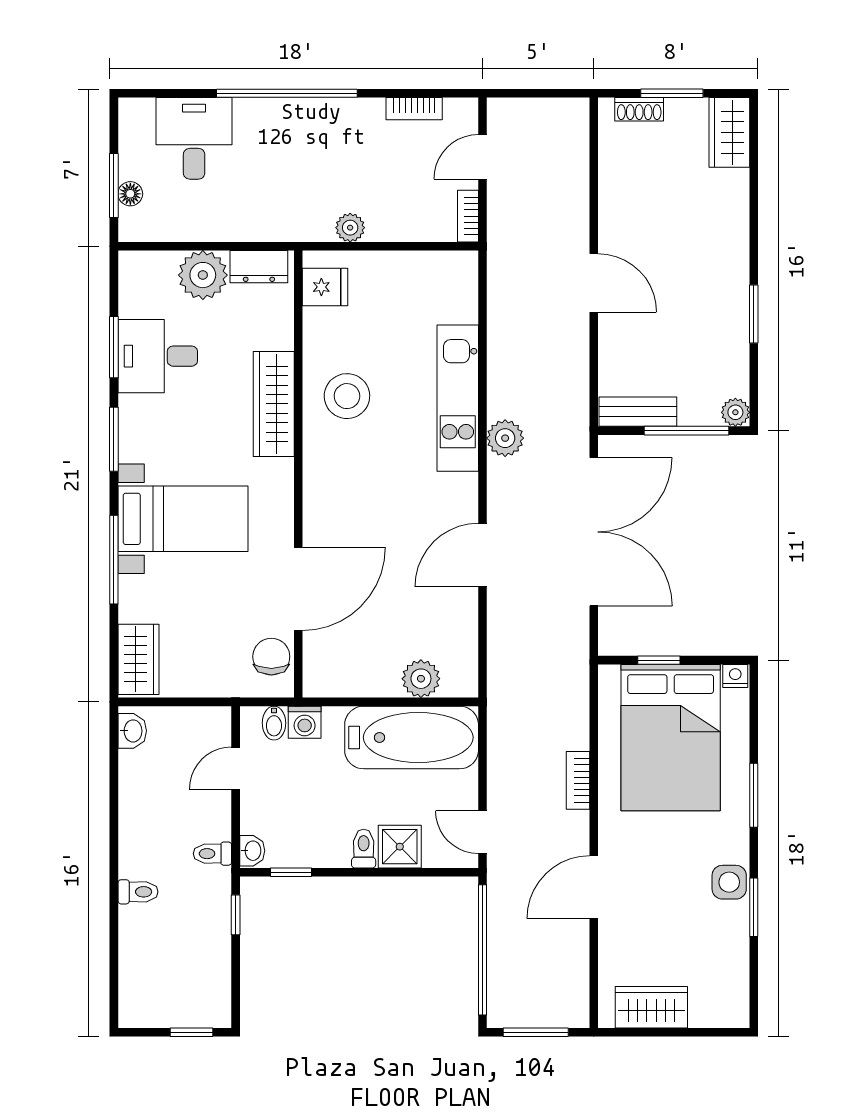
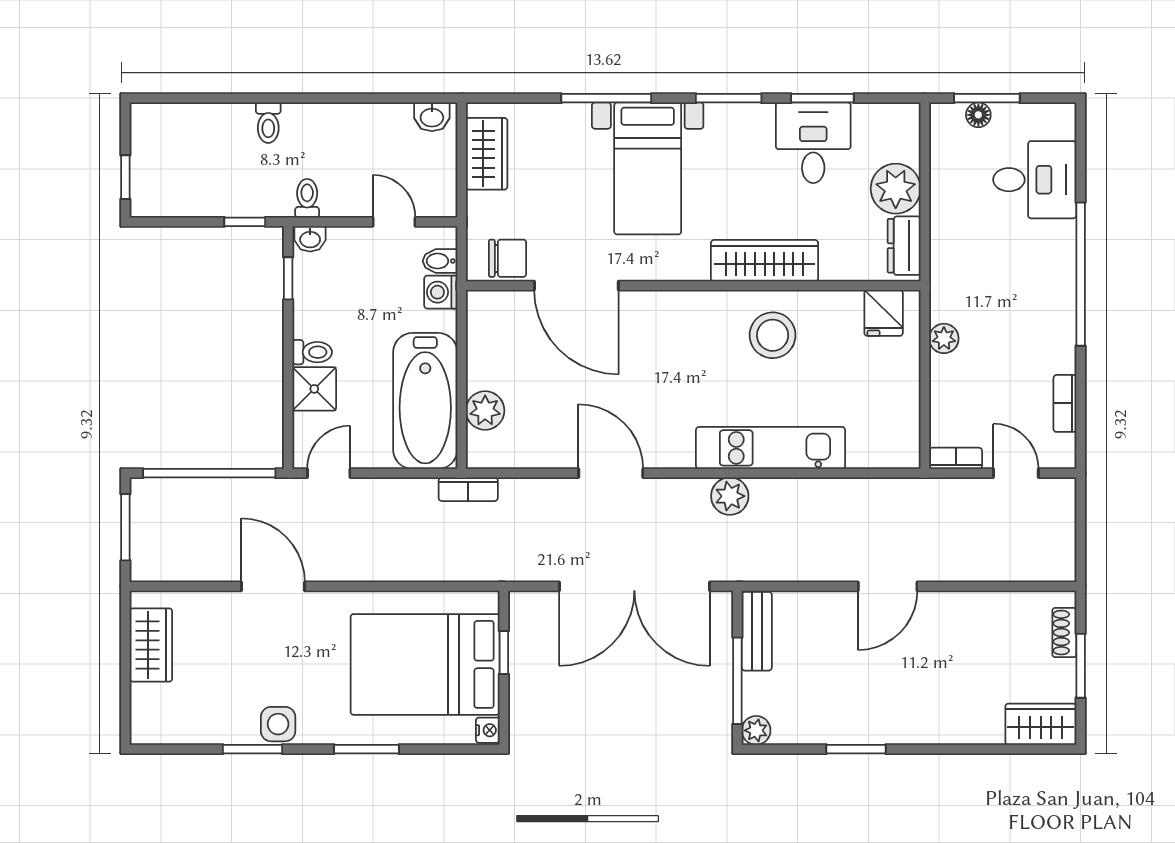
wardrobe: (139, 659) -> (487, 154), moved, turned -90
bookcase: (578, 780) -> (468, 489), moved, turned 180

